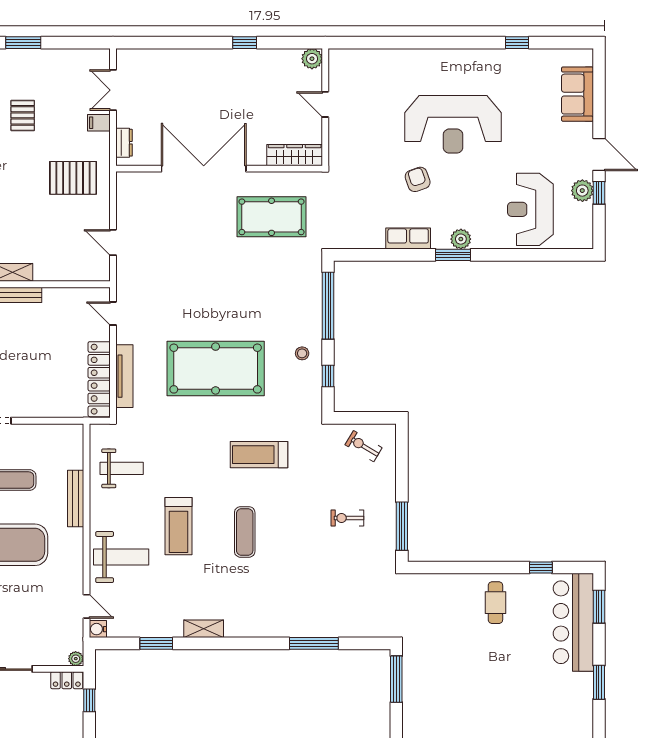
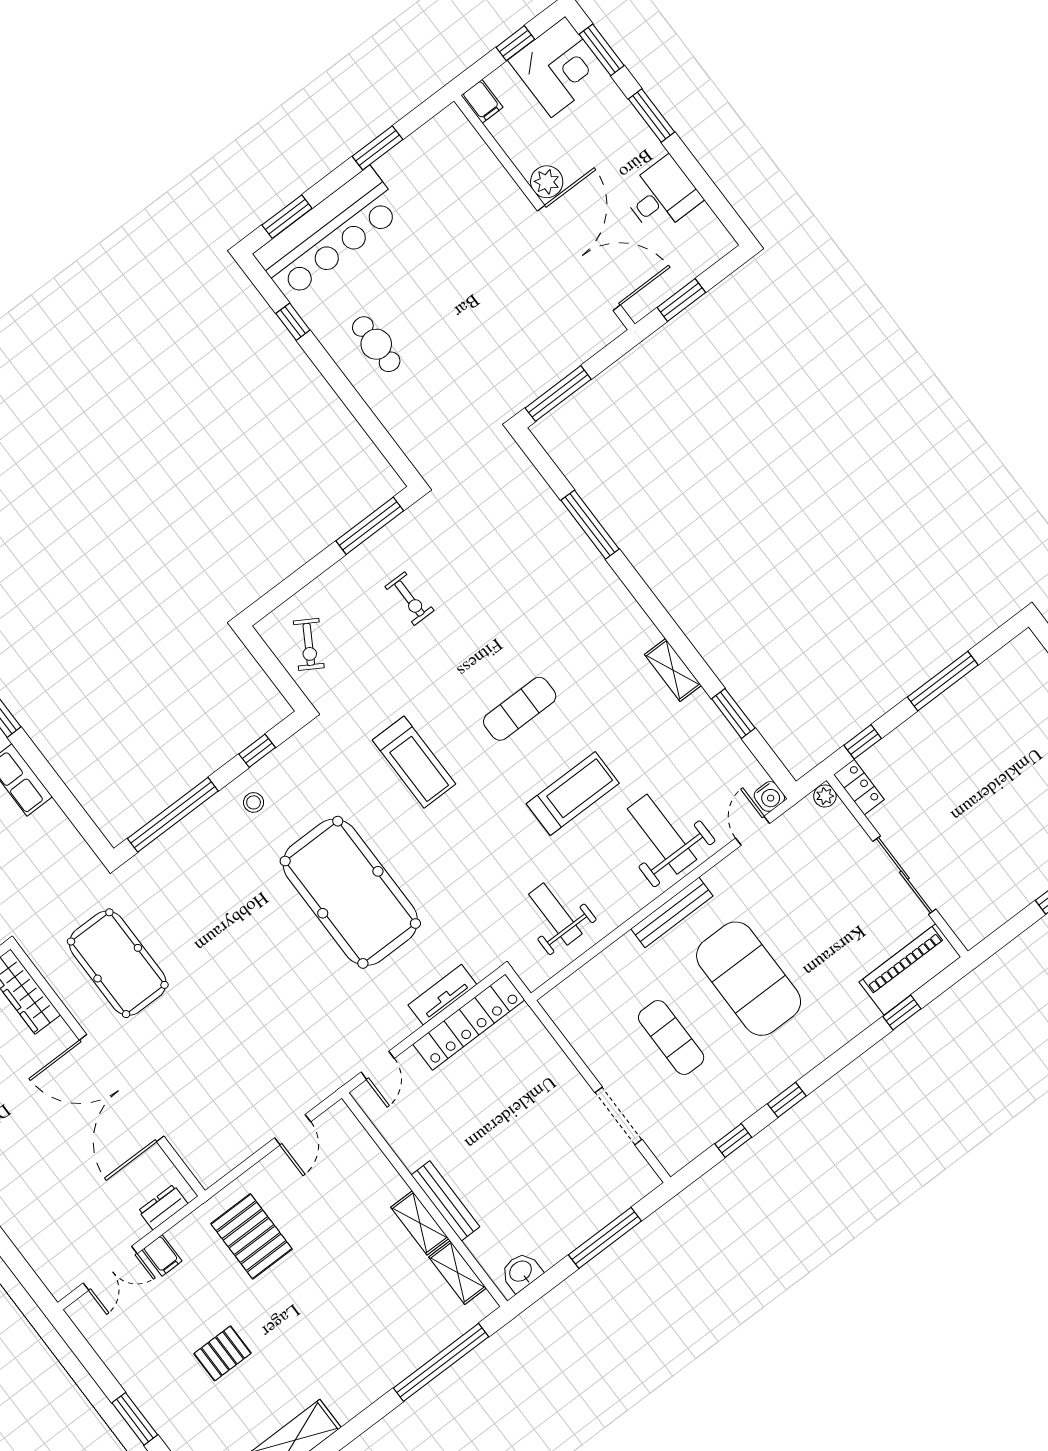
tv unit: (124, 376) -> (442, 995), width x0.71
bench: (76, 499) -> (672, 912), moved
cafe table: (495, 603) -> (376, 344), turned 90

